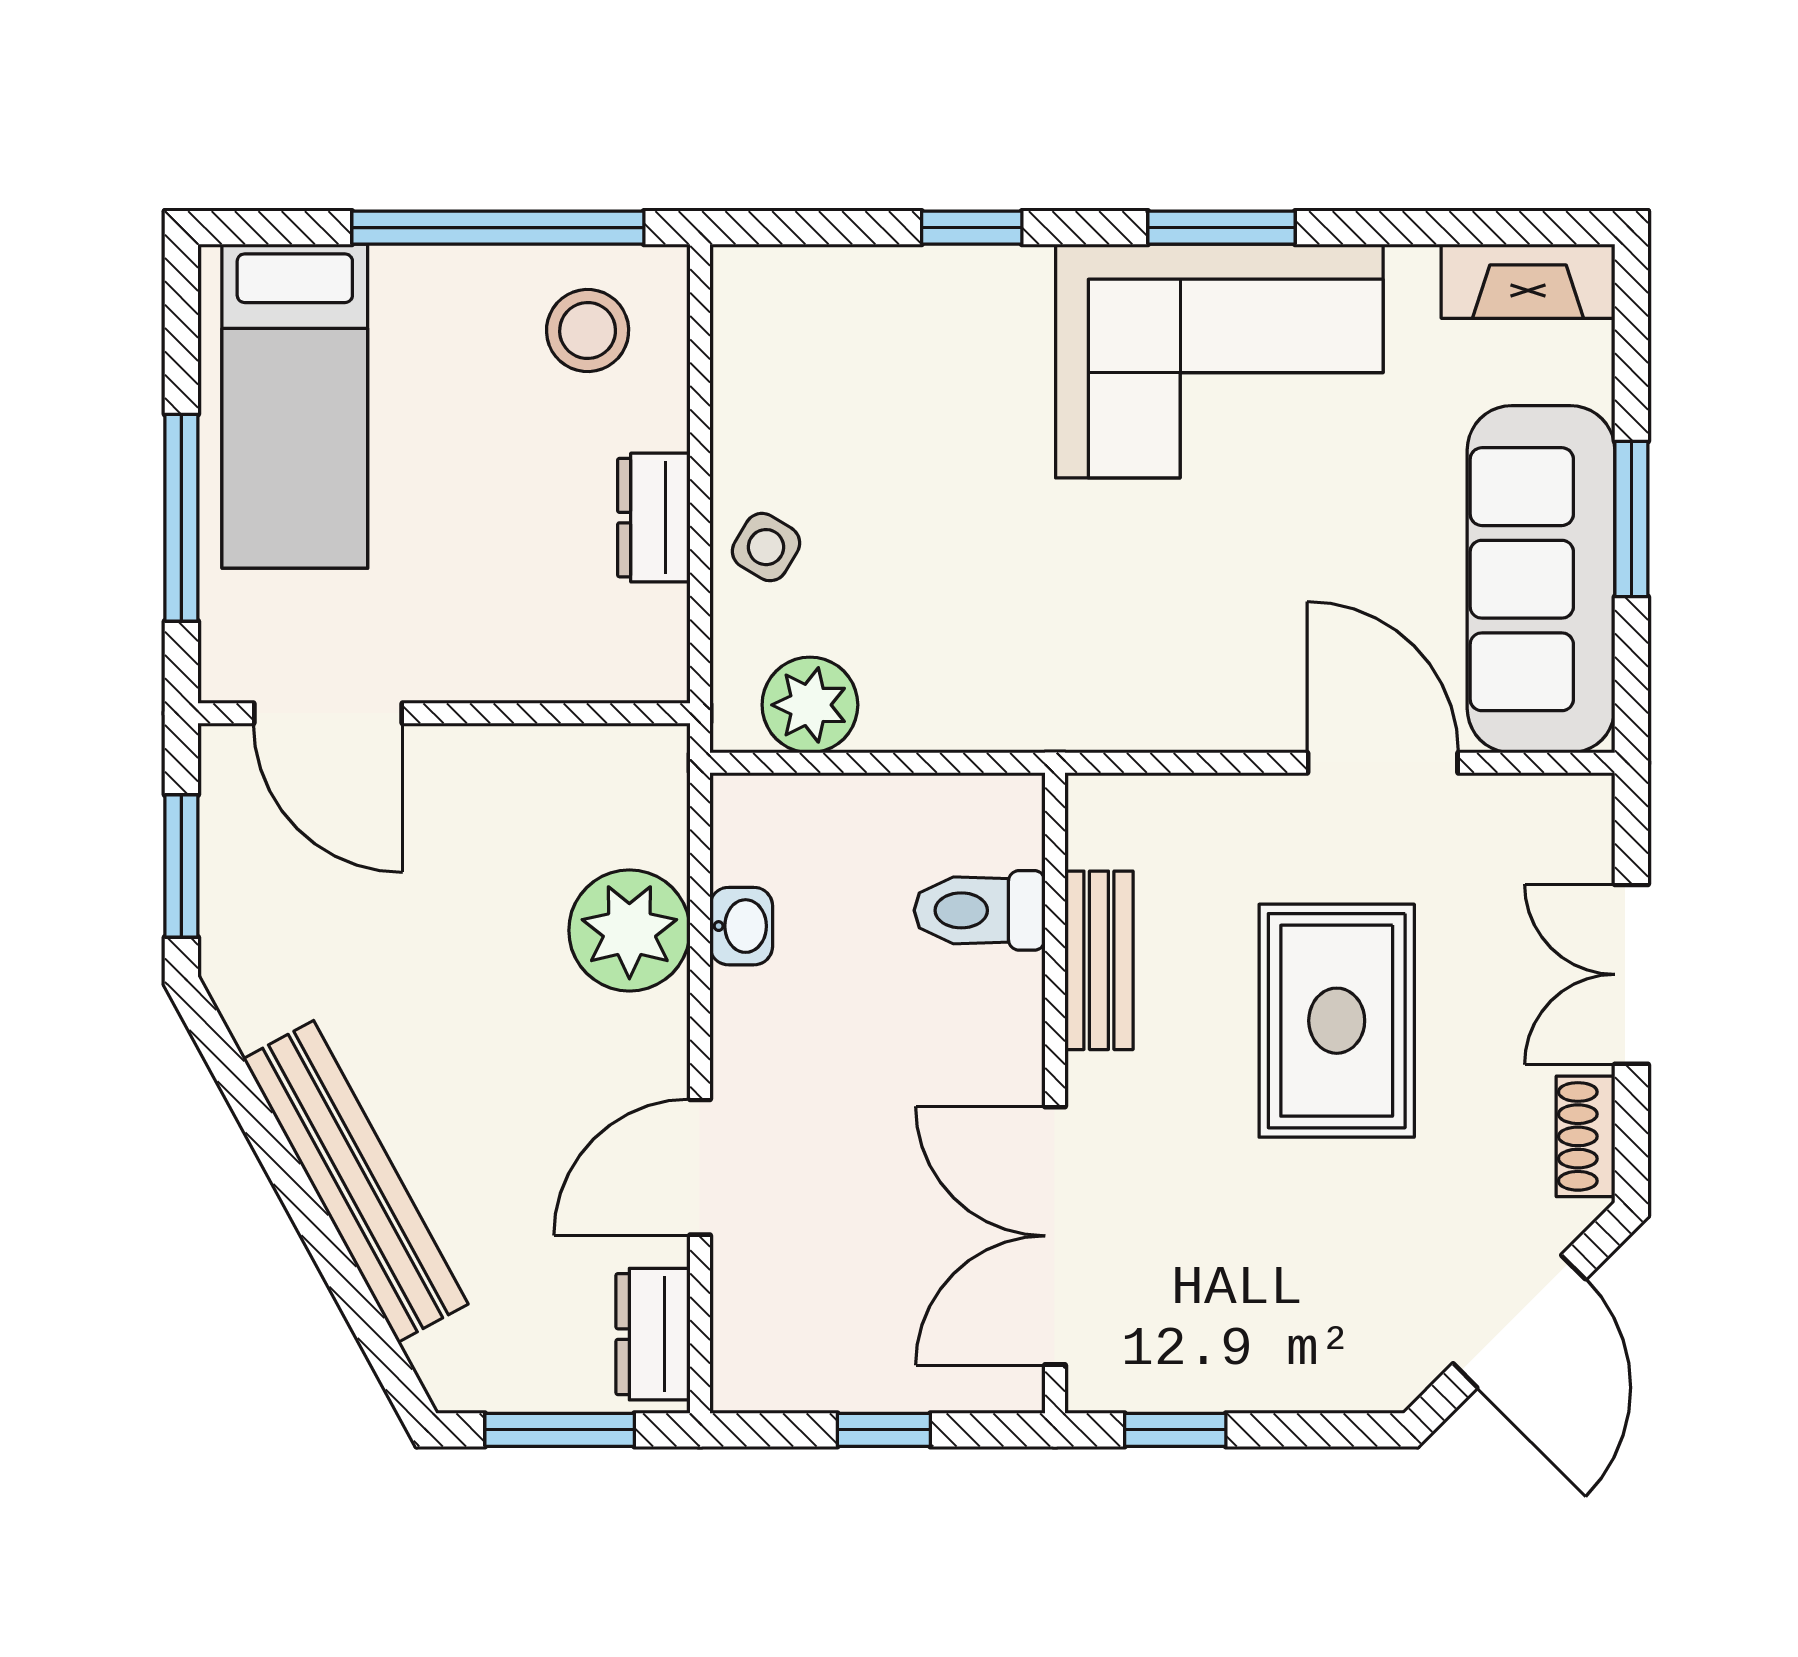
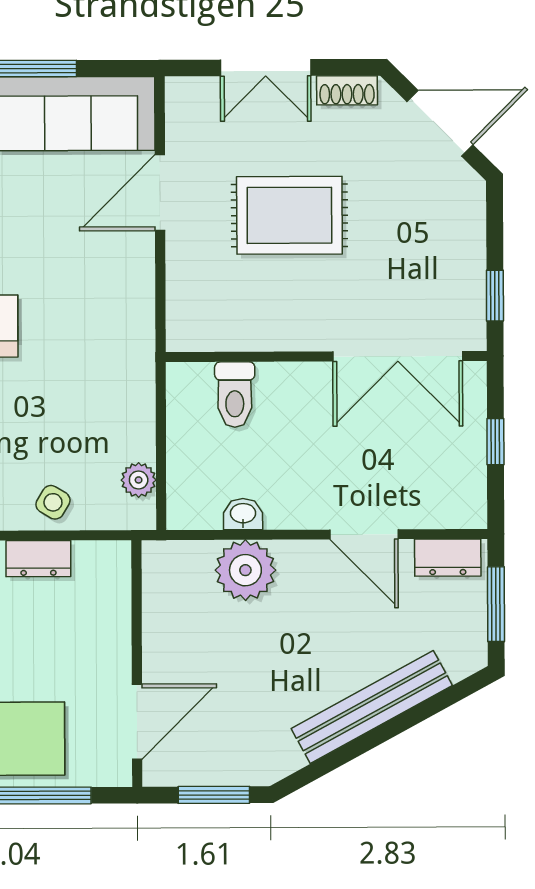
plant: (810, 705) -> (139, 480), width x0.73, depth x0.73
bench: (1099, 960) -> (260, 335), removed

